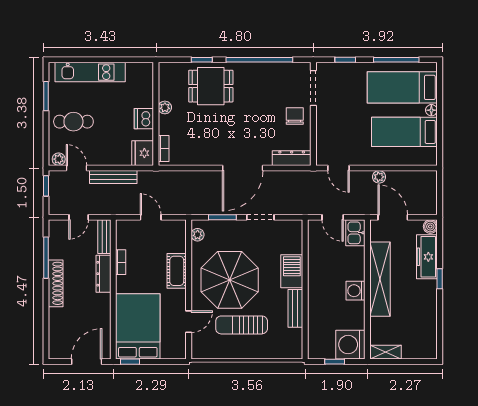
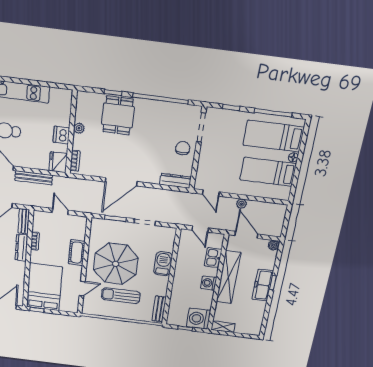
dining table: (211, 86) -> (118, 115), turned 90
door: (243, 168) -> (121, 182), moved
kitchen sink: (355, 233) -> (213, 258), moved
plant: (198, 235) -> (95, 229), removed
freezer: (427, 257) -> (263, 285), moved
bench: (295, 308) -> (159, 309), moved

